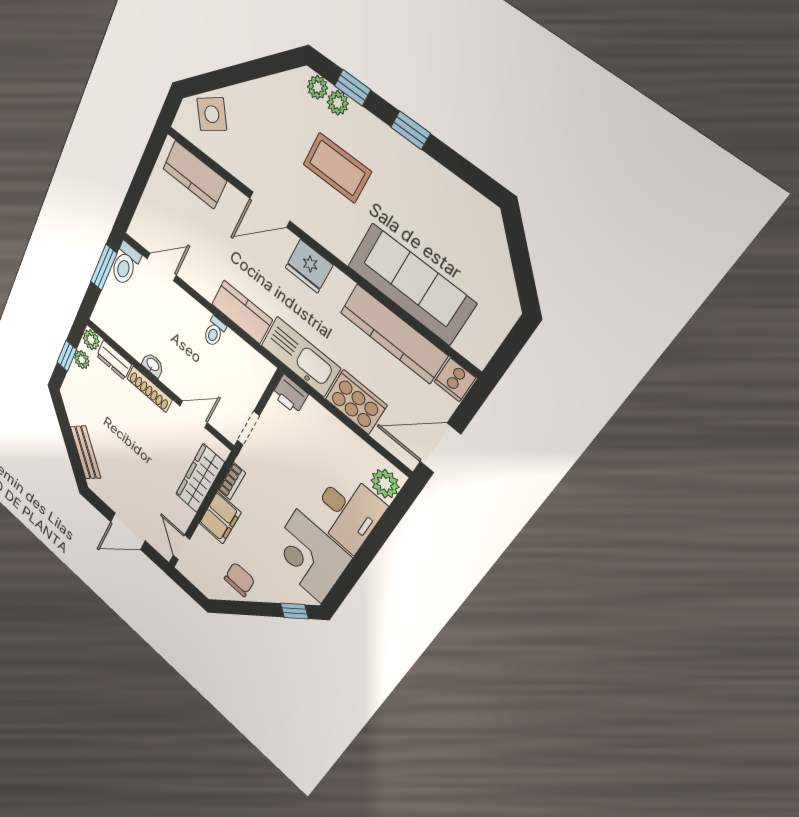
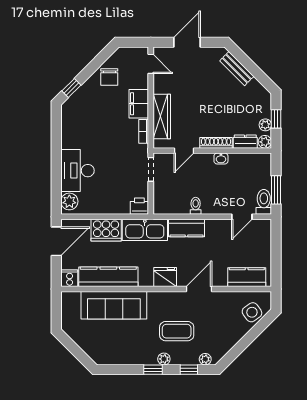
plant: (338, 103) -> (164, 359), moved
corner desk: (309, 557) -> (82, 127), removed

